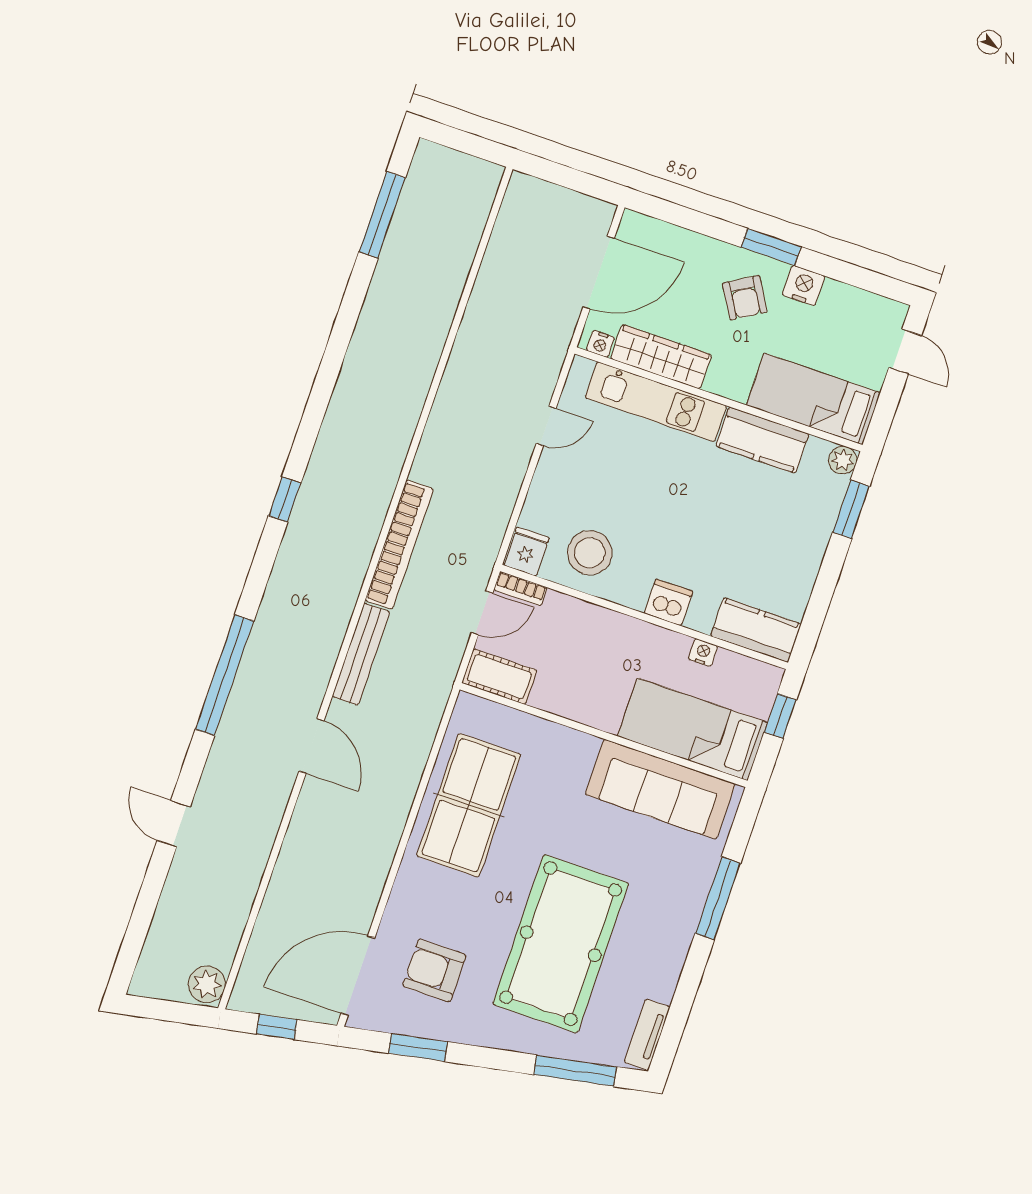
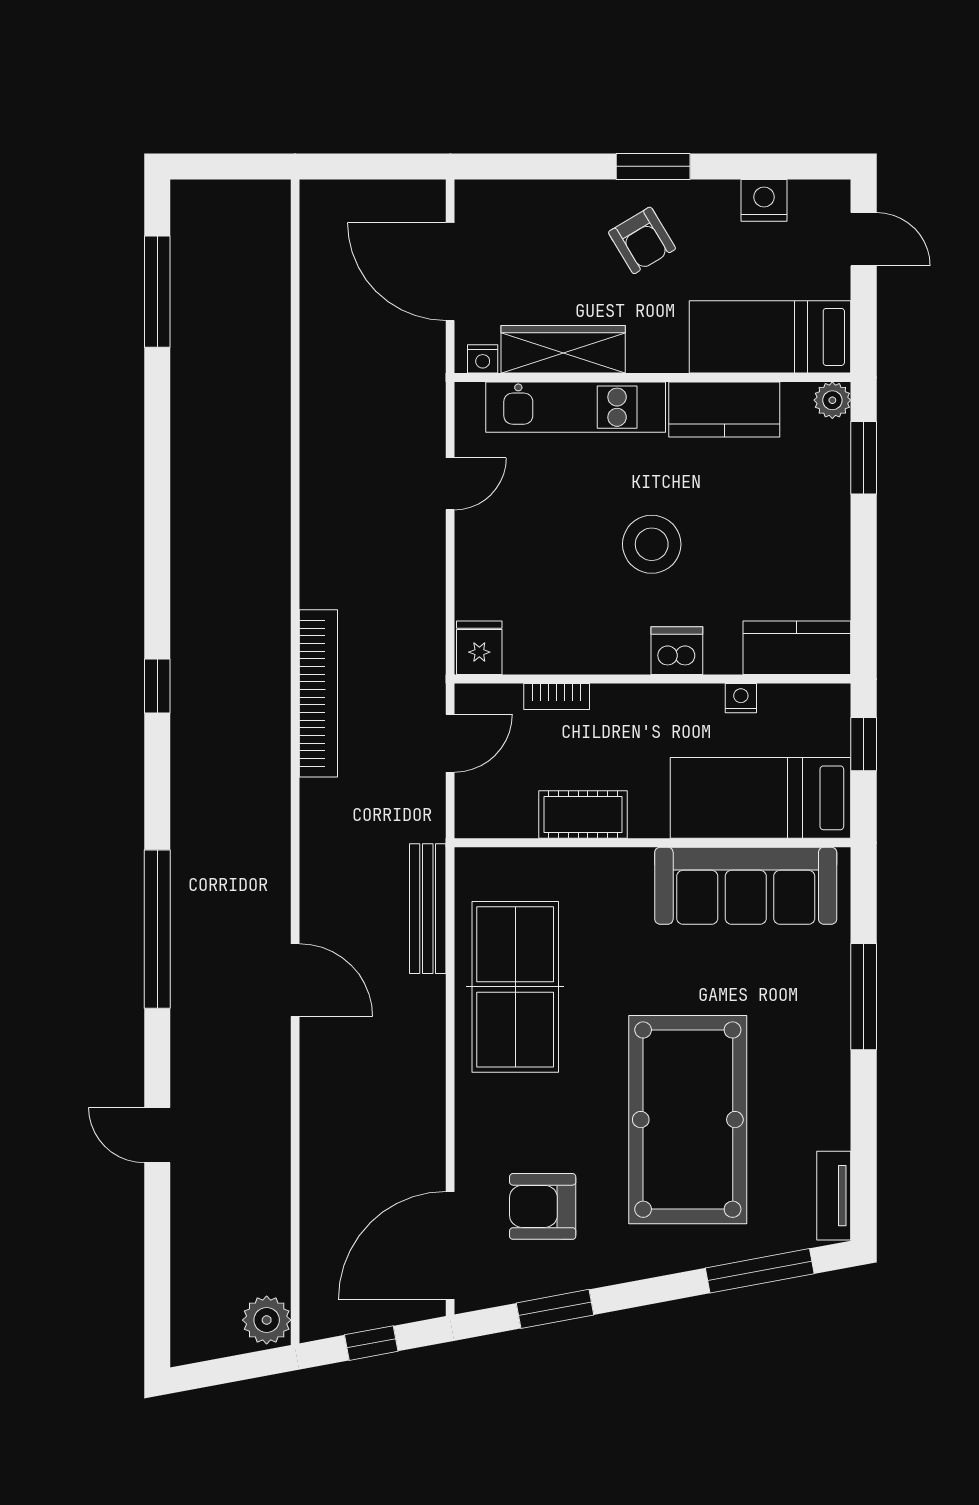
door: (599, 273) -> (450, 271), swing flipped
nightstand: (804, 285) -> (764, 200), moved
stool: (590, 553) -> (652, 544), moved
bookcase: (520, 589) -> (557, 696), moved
bench: (361, 654) -> (428, 909), moved
cot: (499, 677) -> (583, 814), moved

